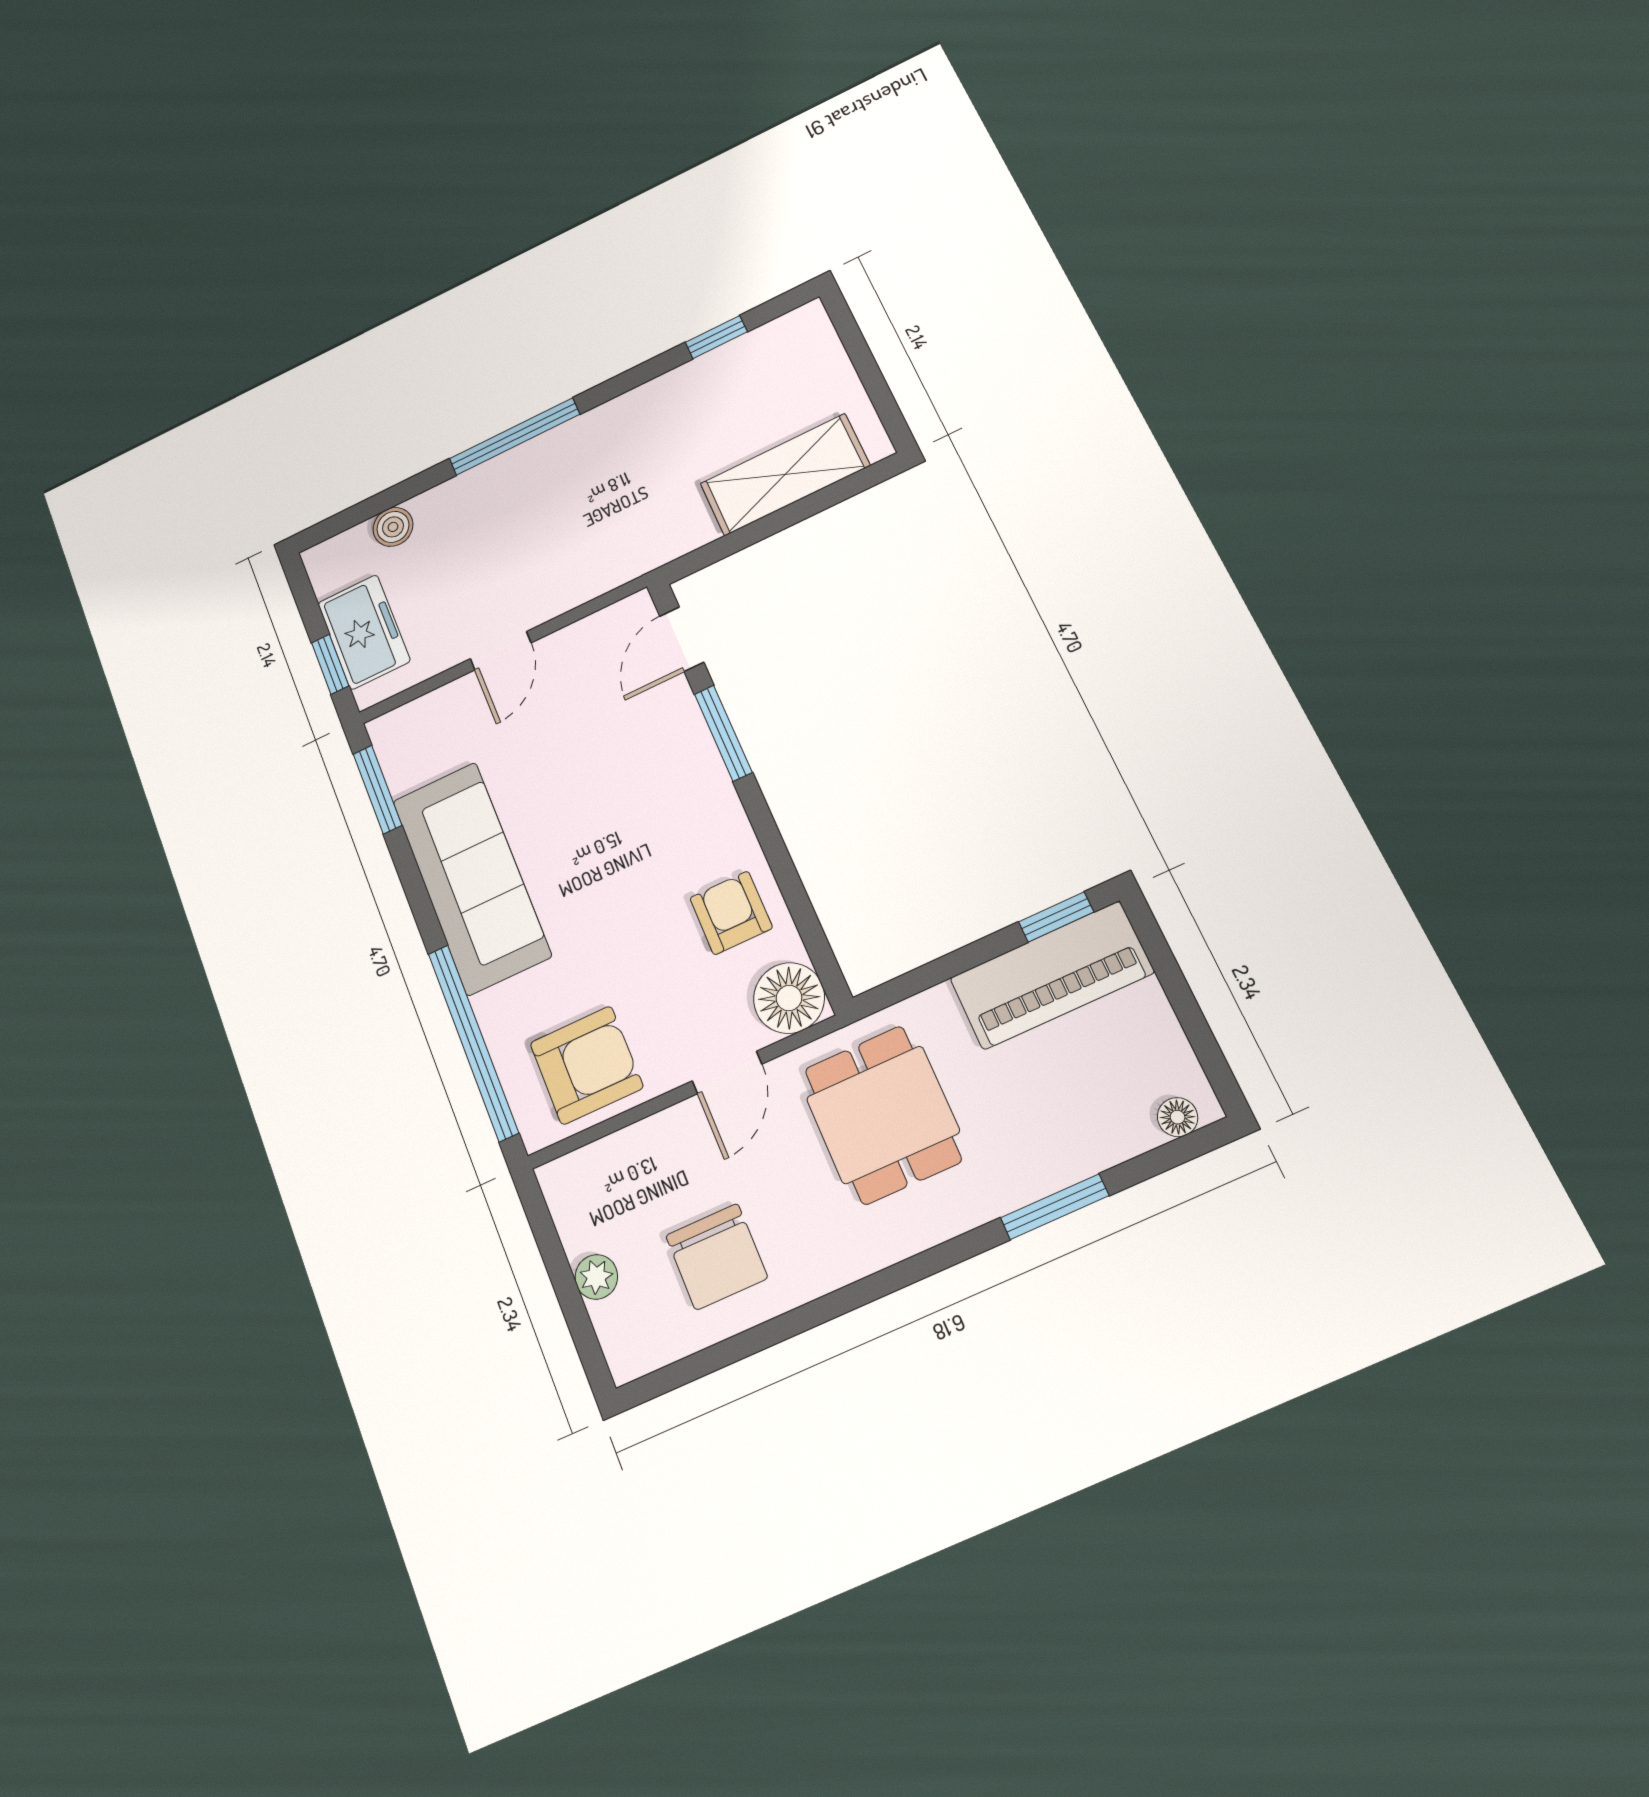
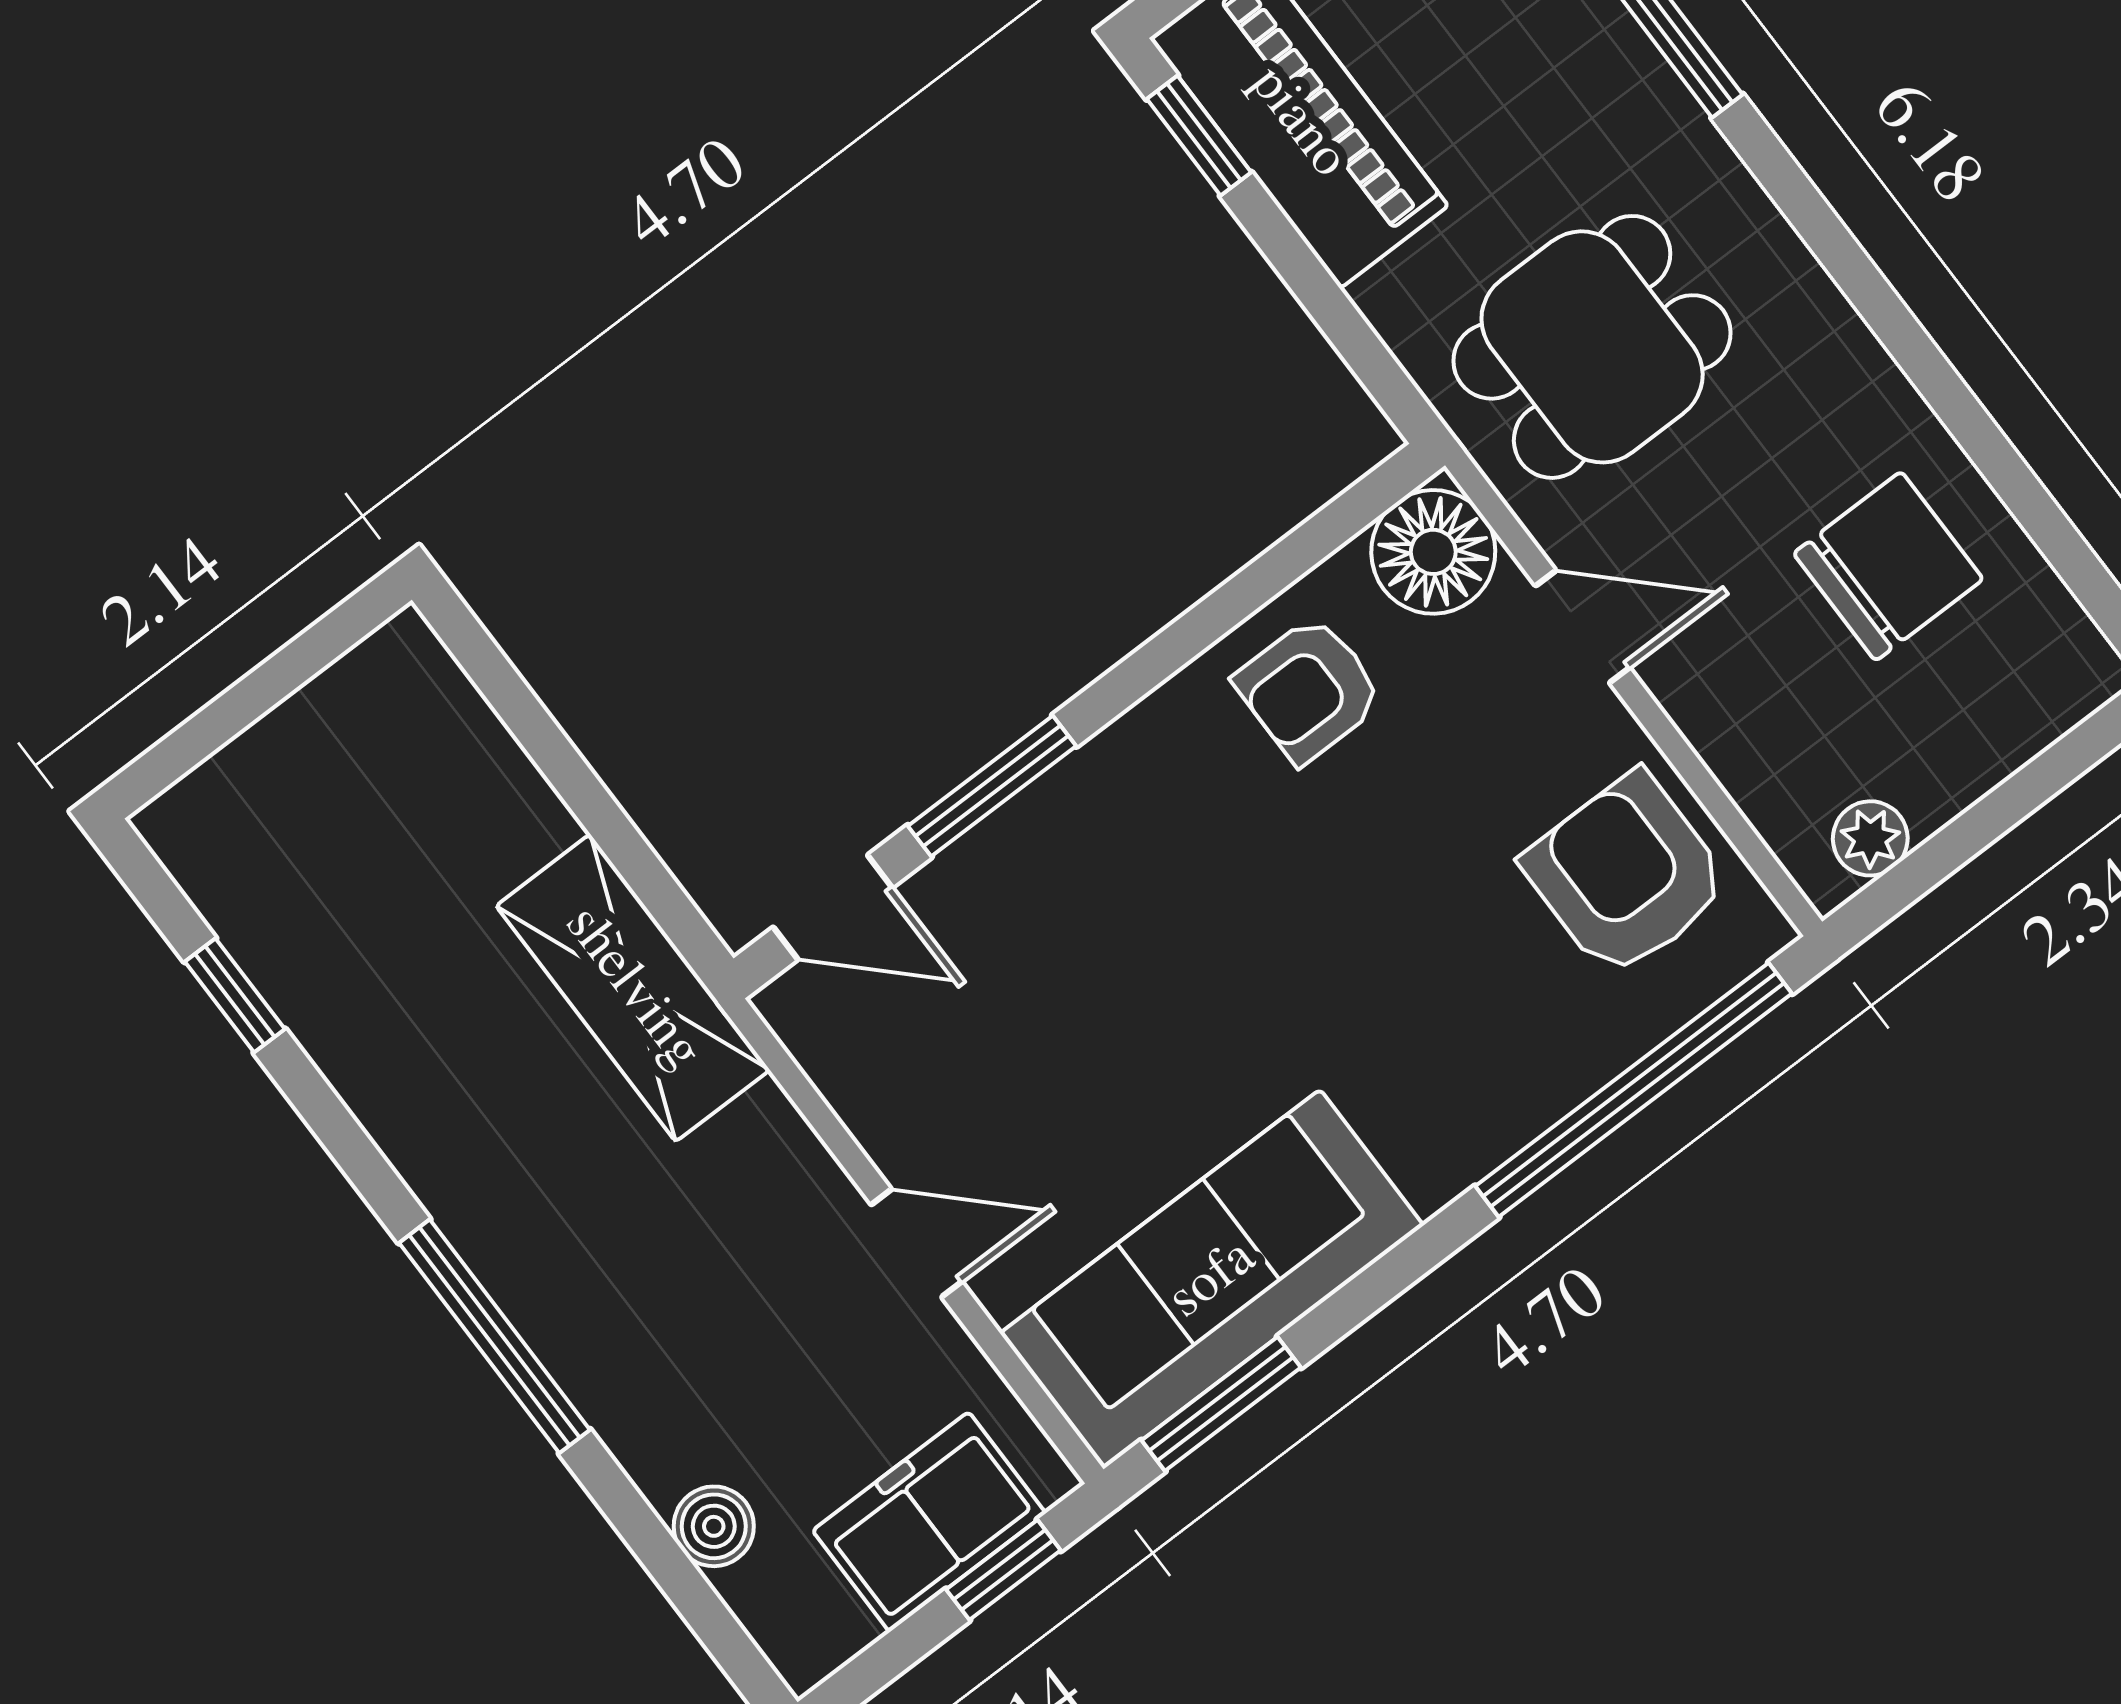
shelving: (785, 475) -> (633, 988), moved
sofa: (471, 878) -> (1212, 1279), moved
plant: (596, 1277) -> (1870, 838), moved

